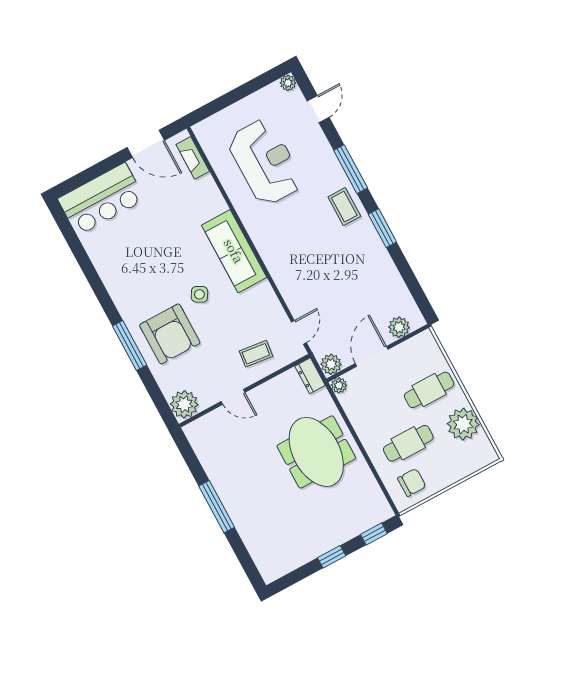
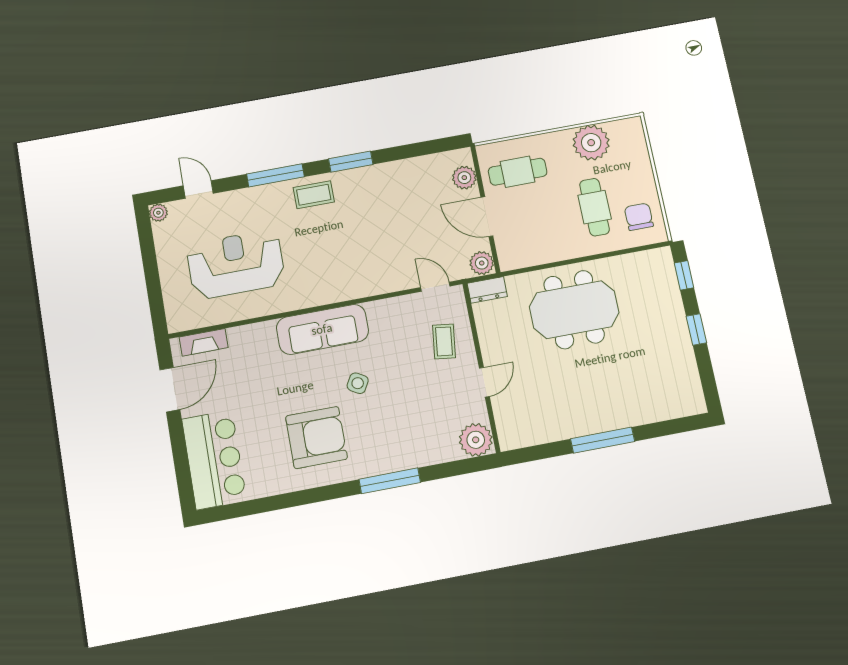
armchair: (170, 334) -> (316, 437), moved
plant: (339, 385) -> (508, 262), removed
cafe table: (429, 390) -> (518, 172), moved, turned 90

